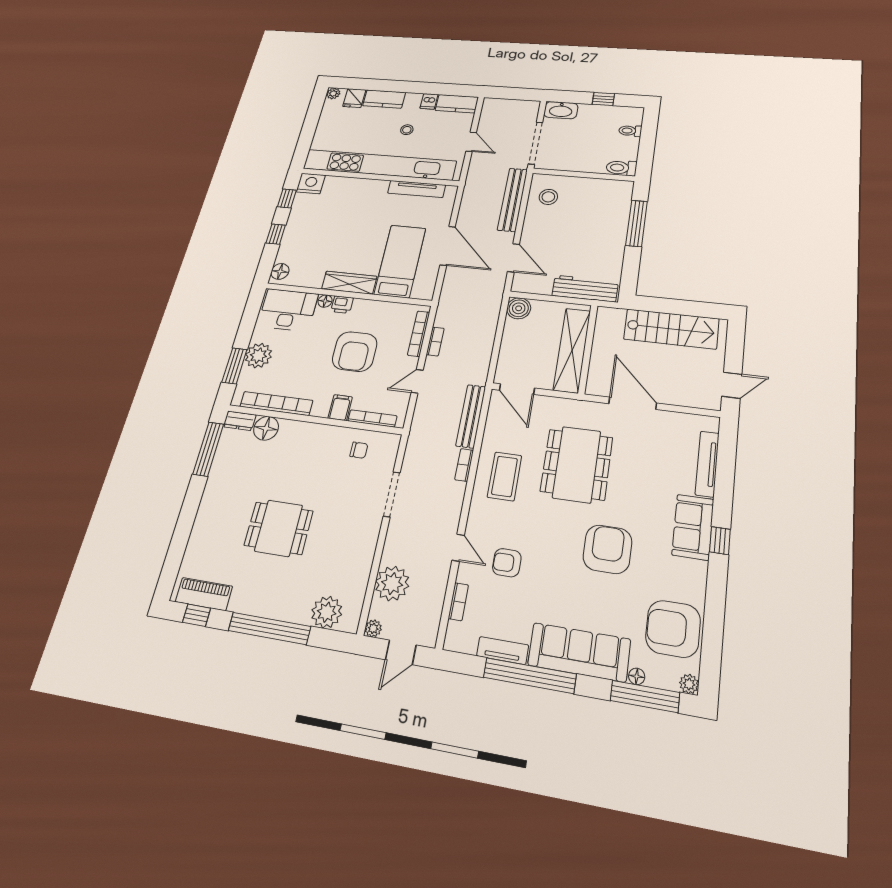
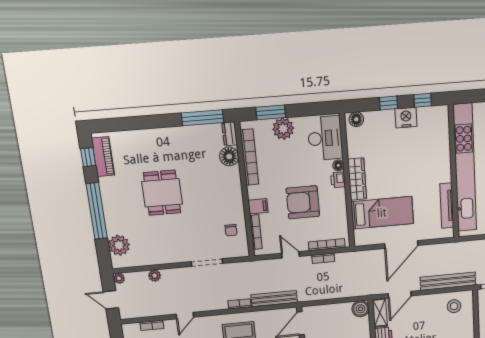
nightstand: (311, 183) -> (406, 118), moved, turned -90
shelving: (531, 285) -> (380, 313), added
plant: (392, 583) -> (155, 276), width x0.53, depth x0.53

